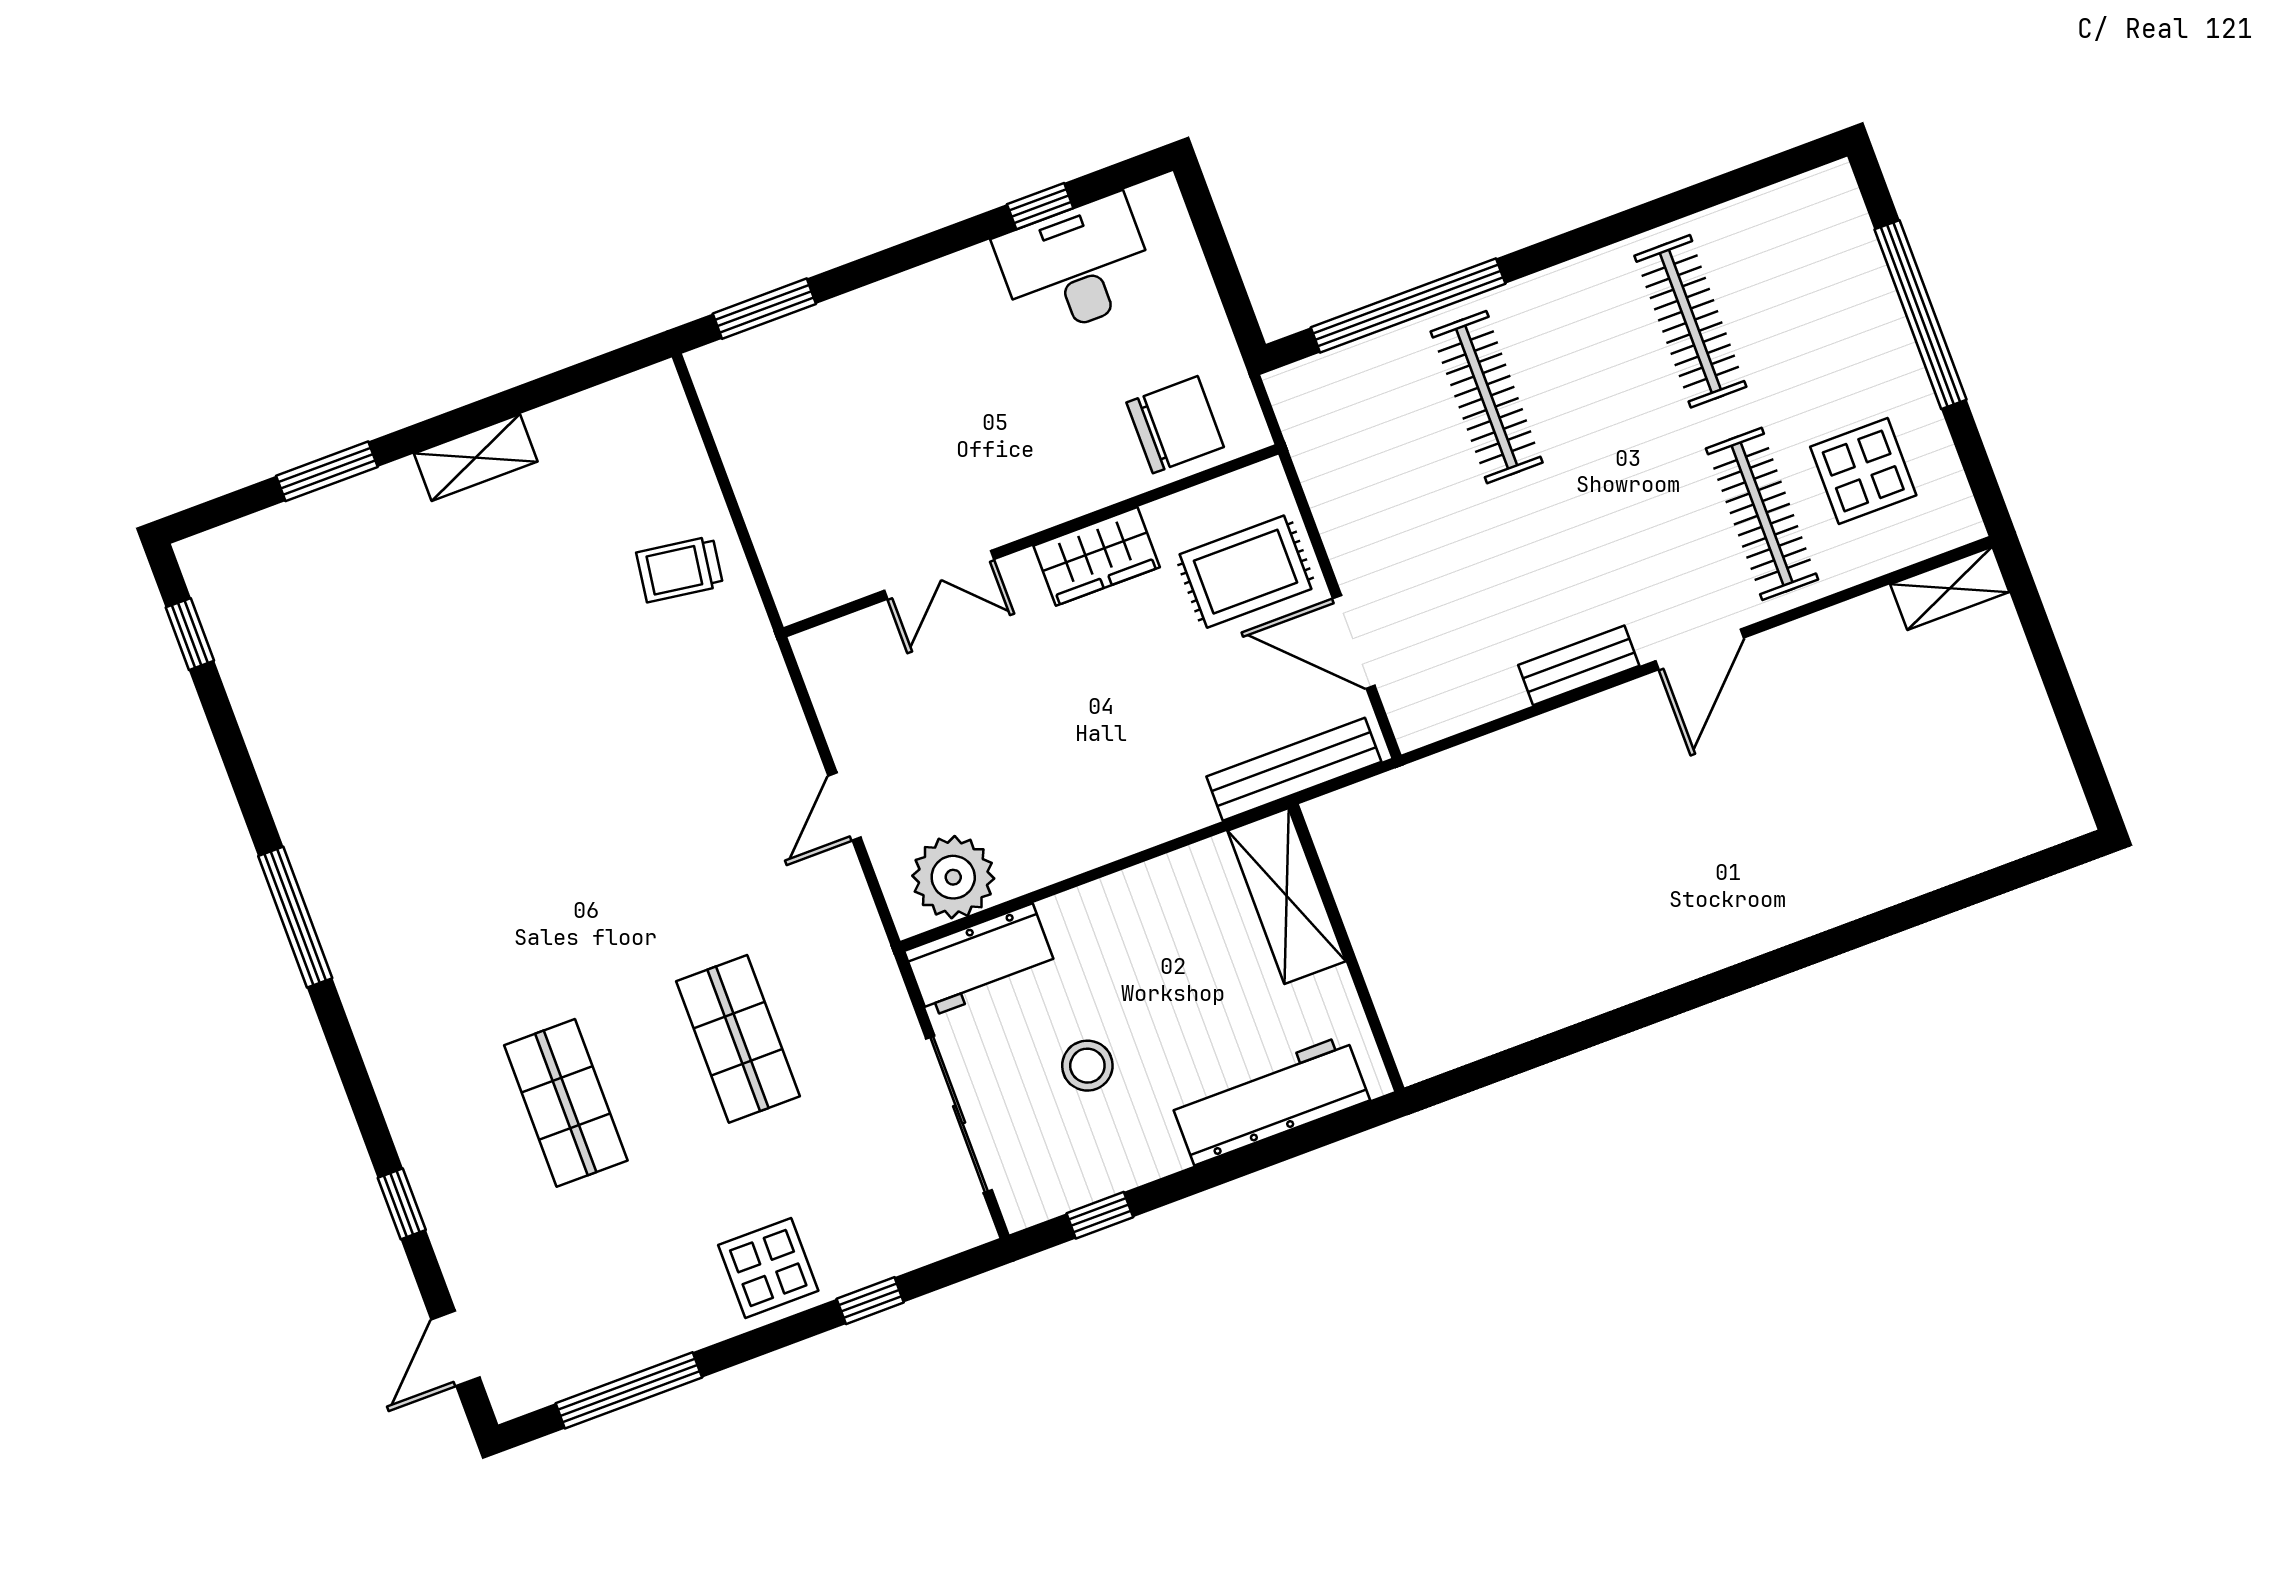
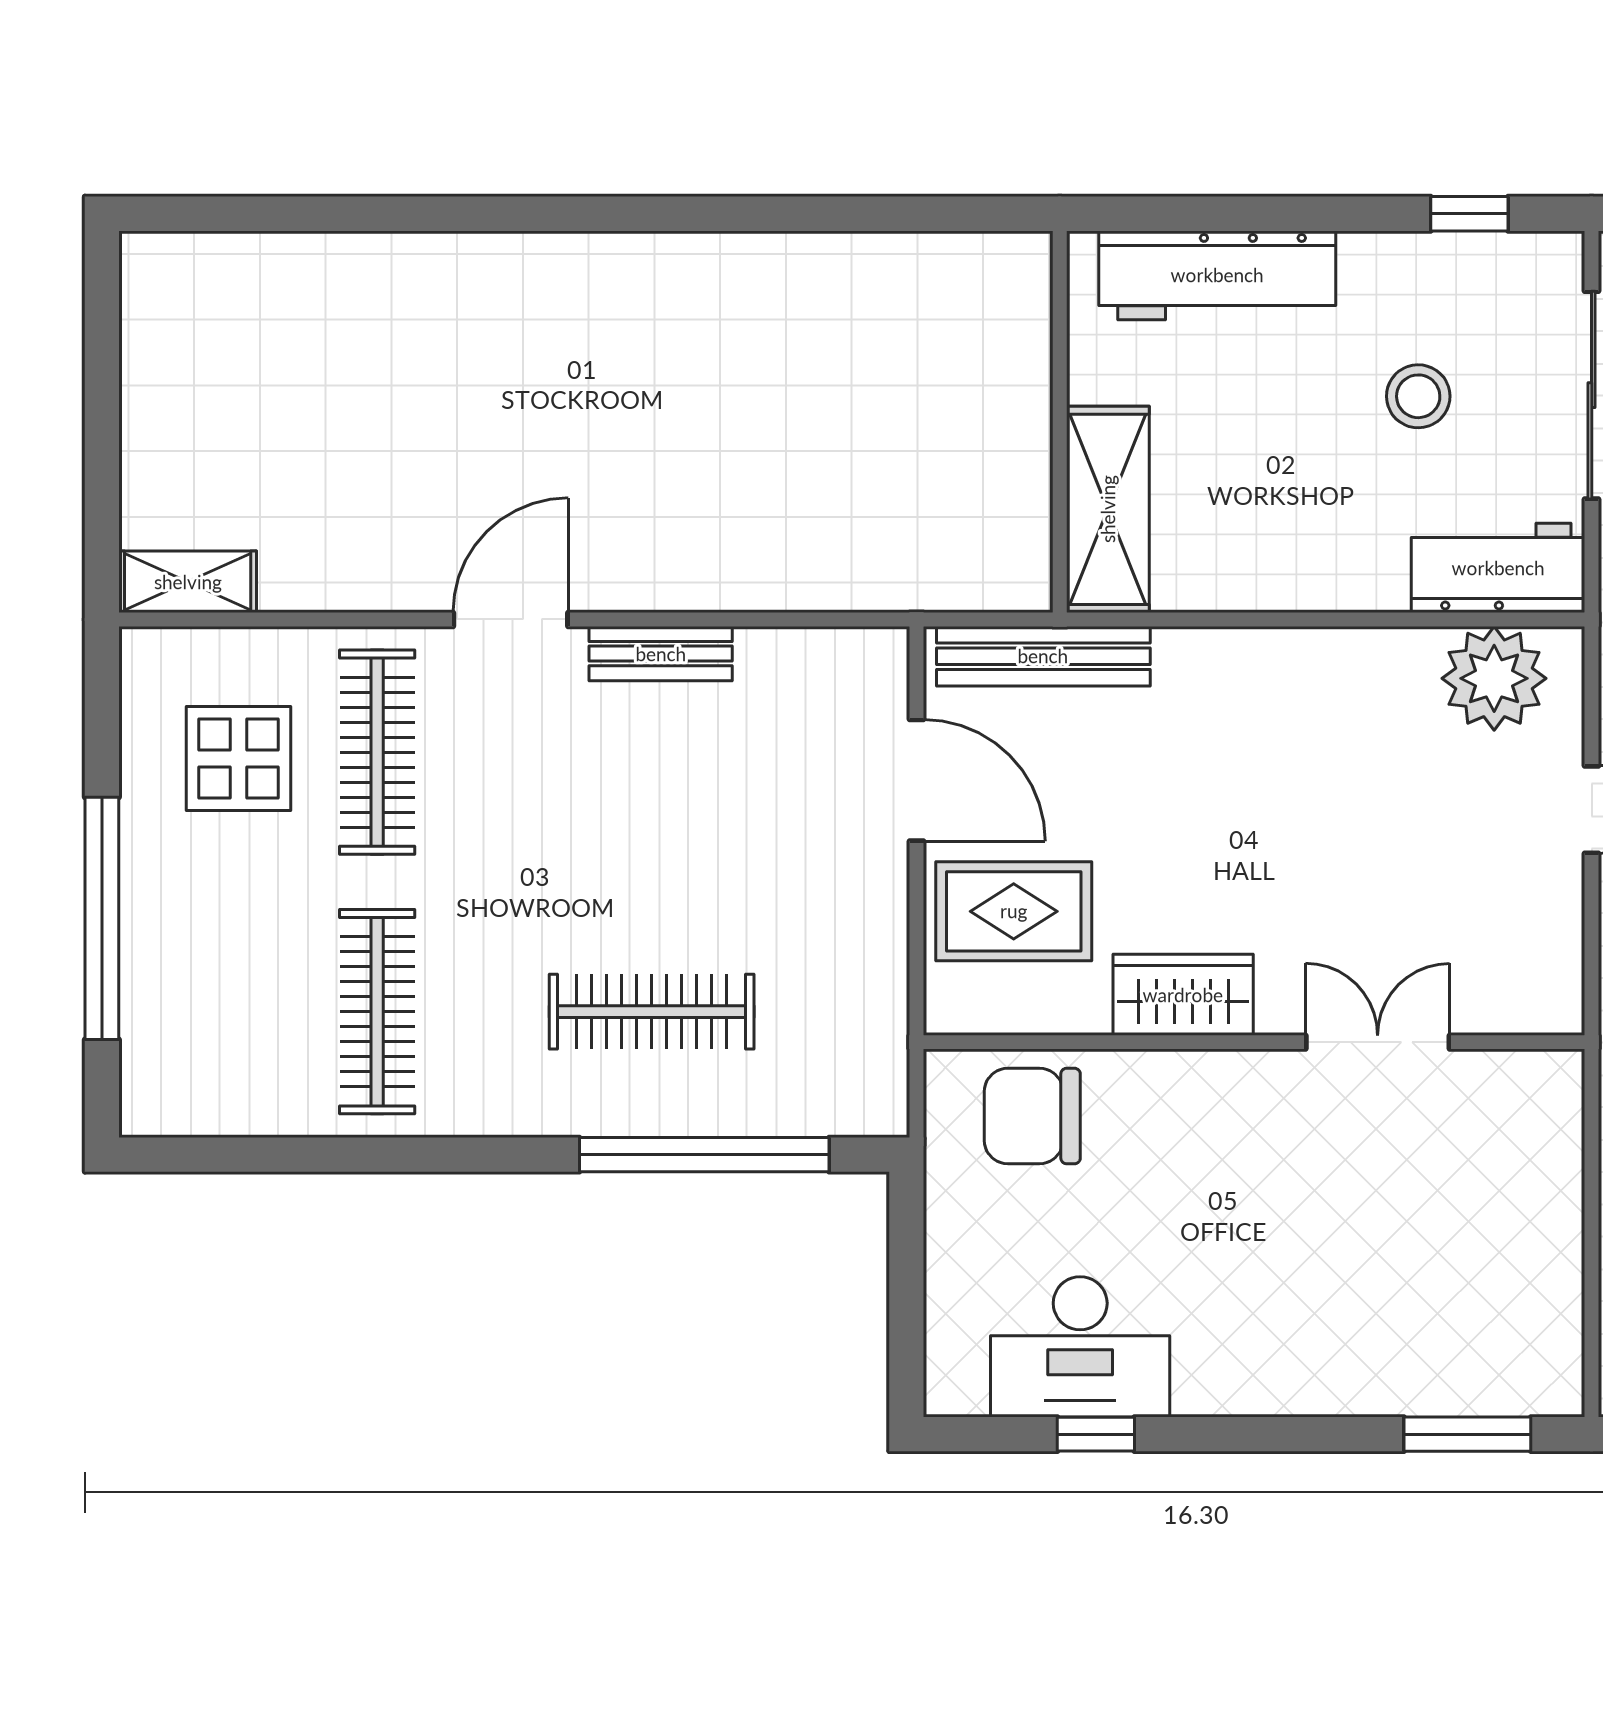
clothes rail: (1487, 397) -> (652, 1012), turned 90

